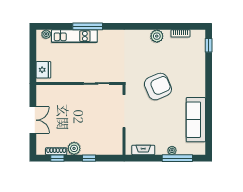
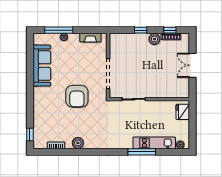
armchair: (158, 87) -> (77, 96), turned -67

